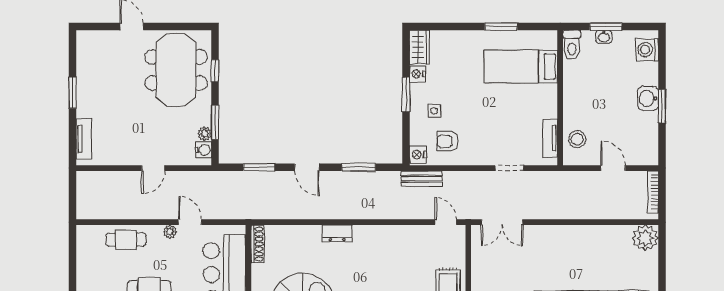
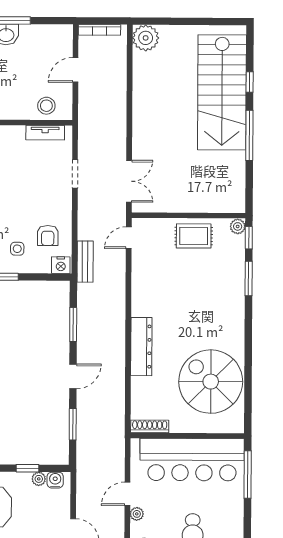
window: (215, 122) -> (28, 468), width x0.67
dresser: (337, 233) -> (141, 347), width x1.96, depth x1.24

